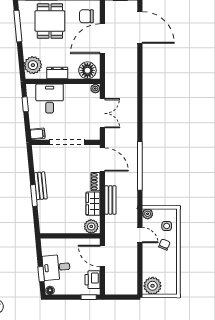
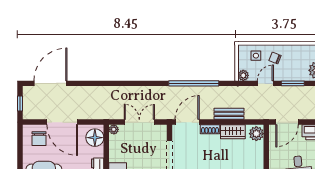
window: (140, 262) -> (293, 83), added

